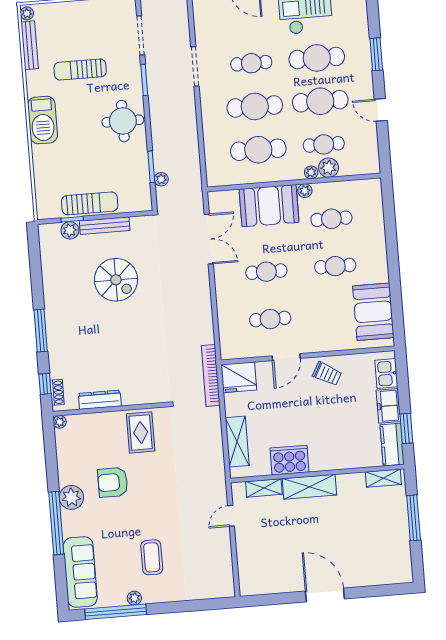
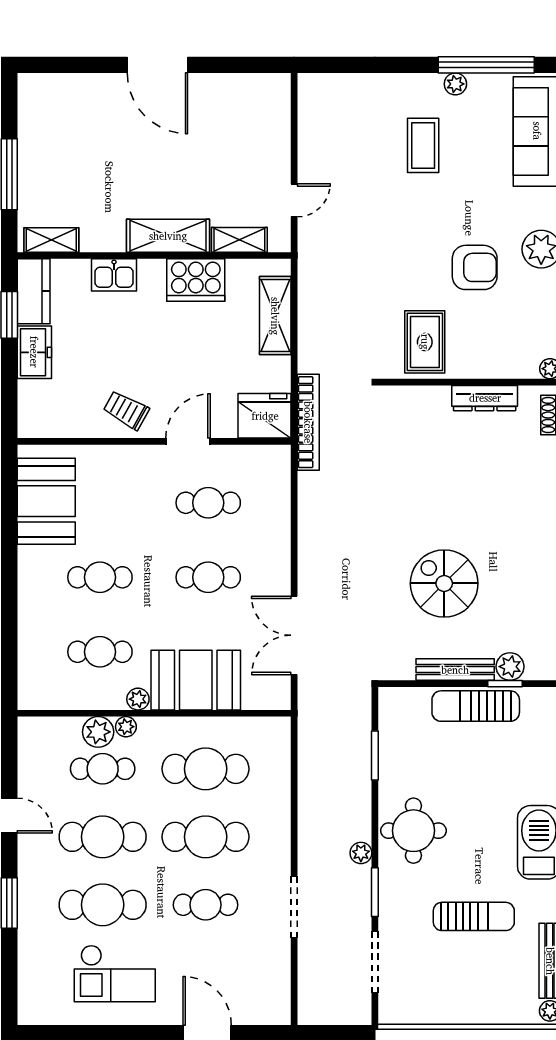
plant: (161, 179) -> (361, 853), moved
kitchen sink: (386, 373) -> (114, 275), moved, turned 90

